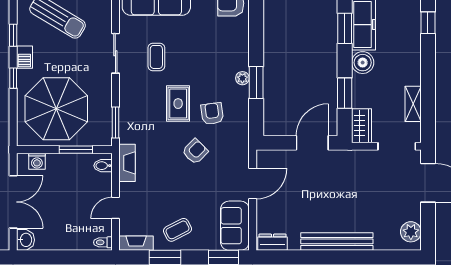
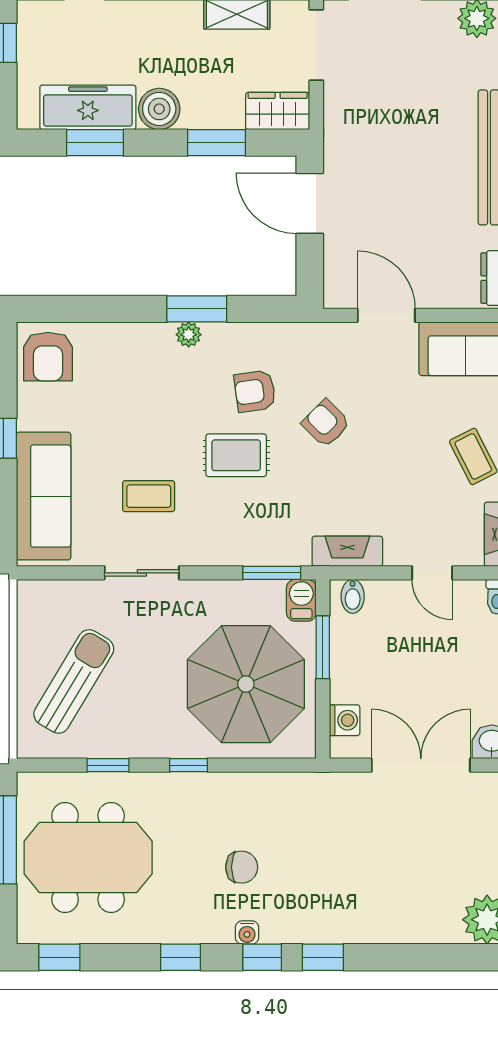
barbecue: (24, 57) -> (301, 600), moved, turned -90

